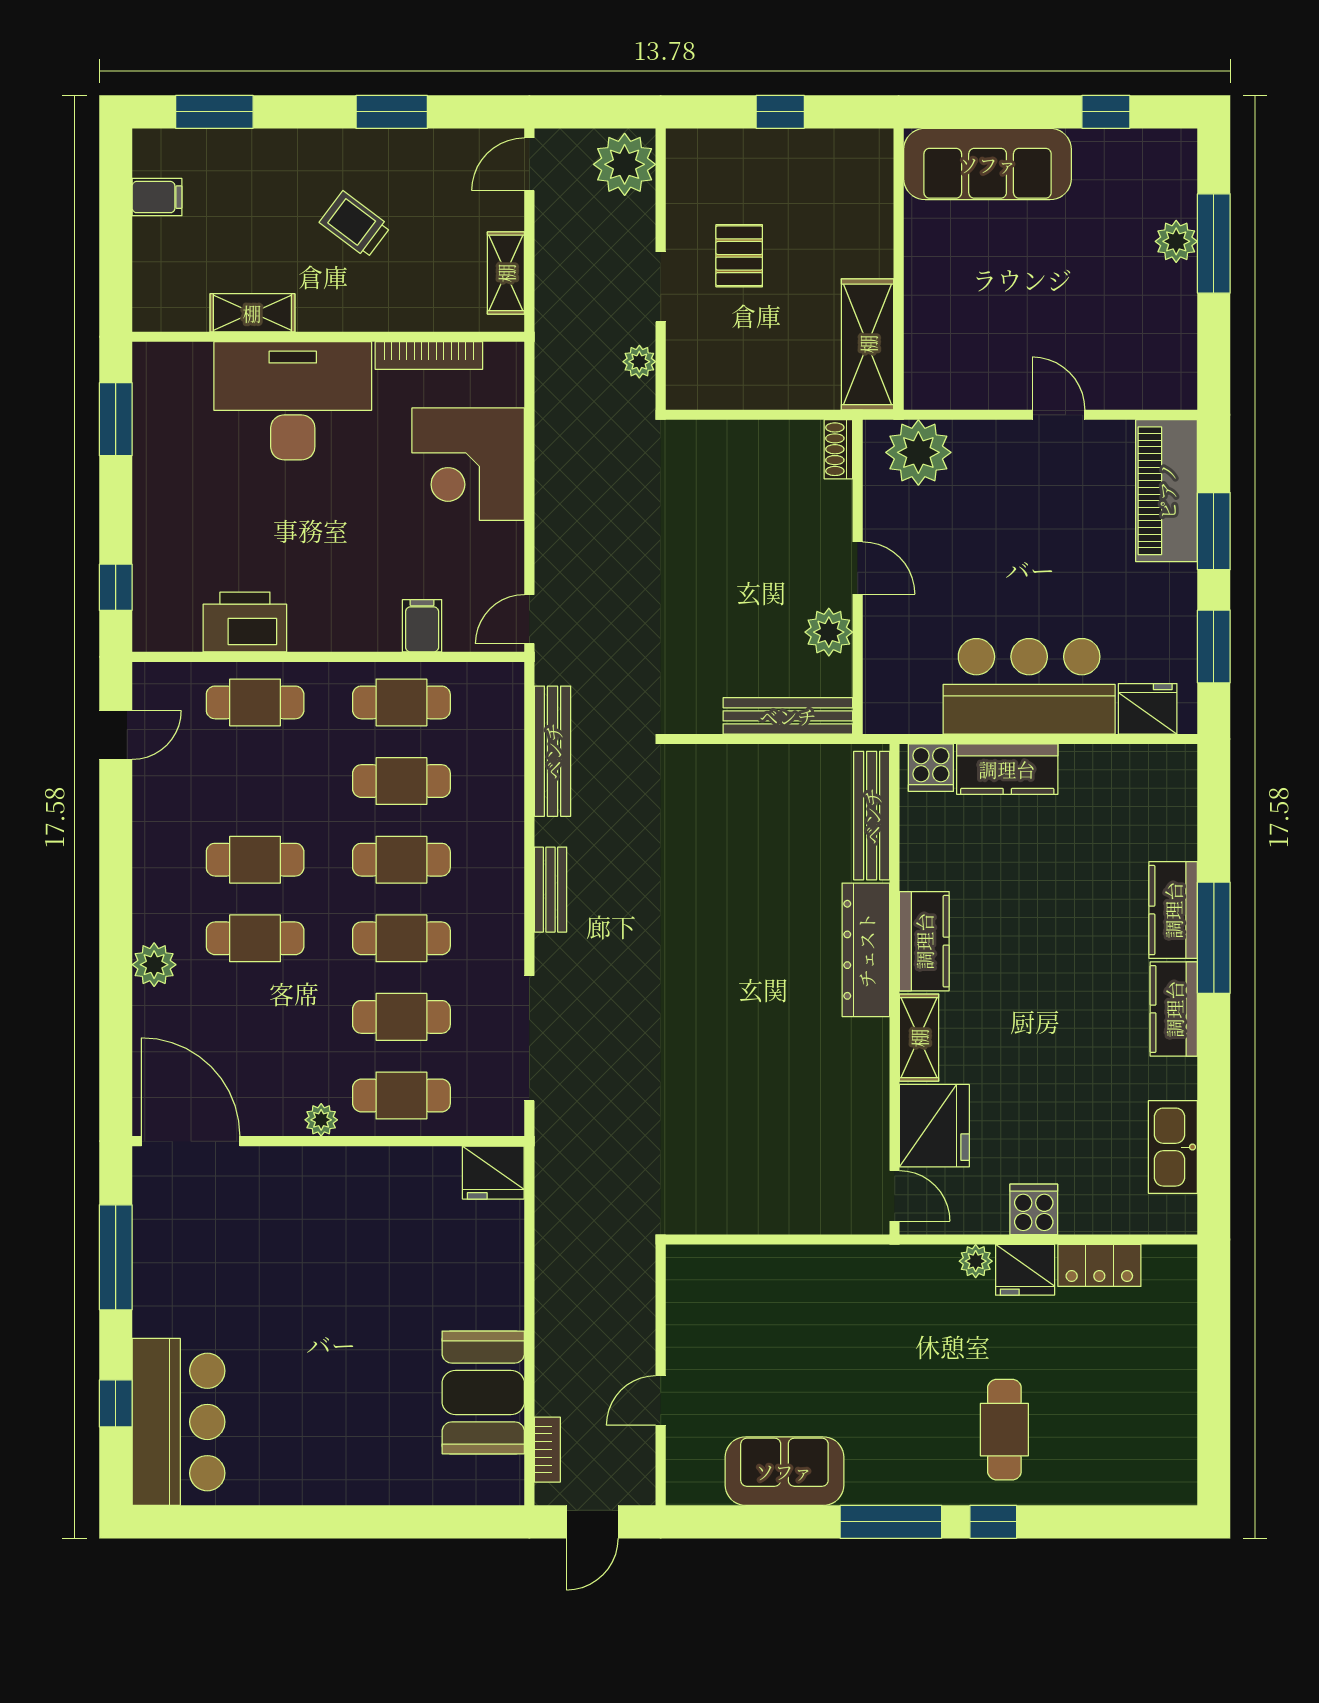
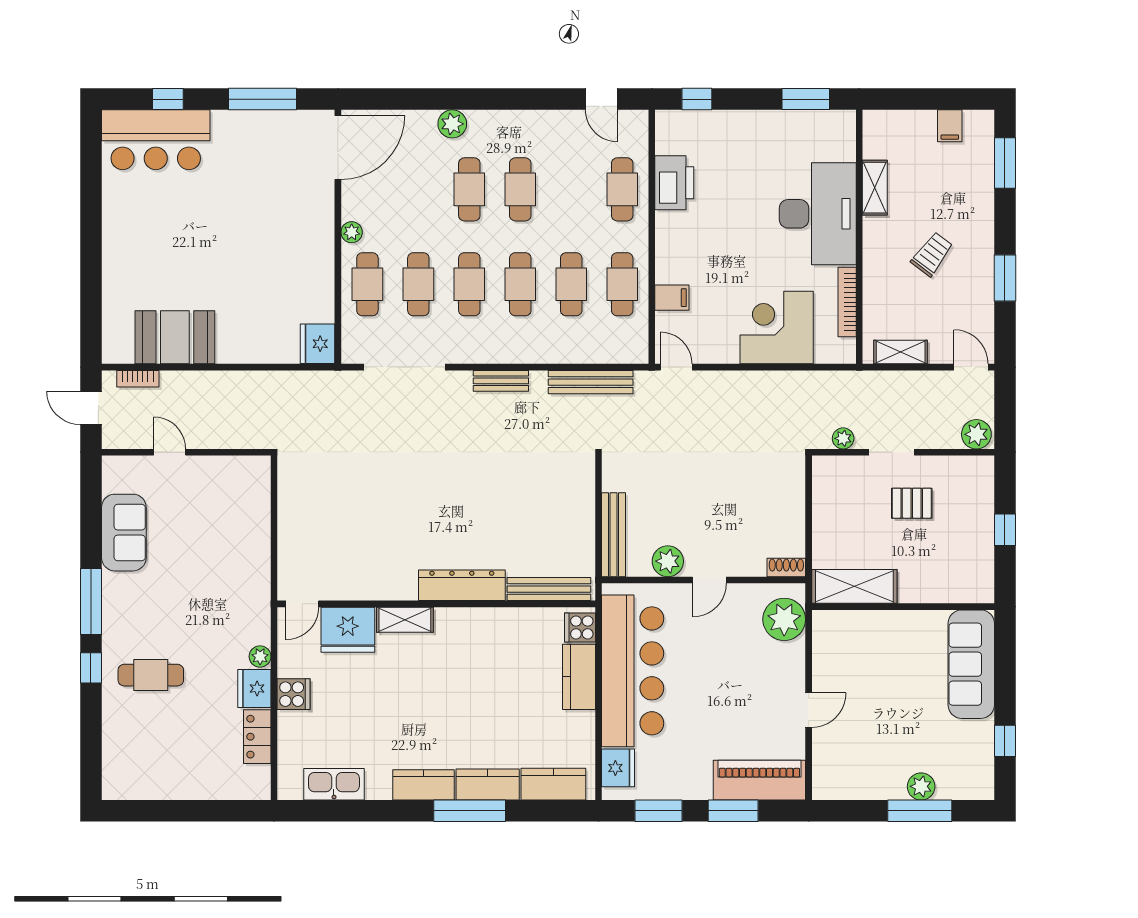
plant: (625, 164) -> (976, 434), width x0.73, depth x0.73
bar counter: (1029, 686) -> (633, 671), width x1.36
kitchen counter: (924, 941) -> (553, 784), moved, turned 180

